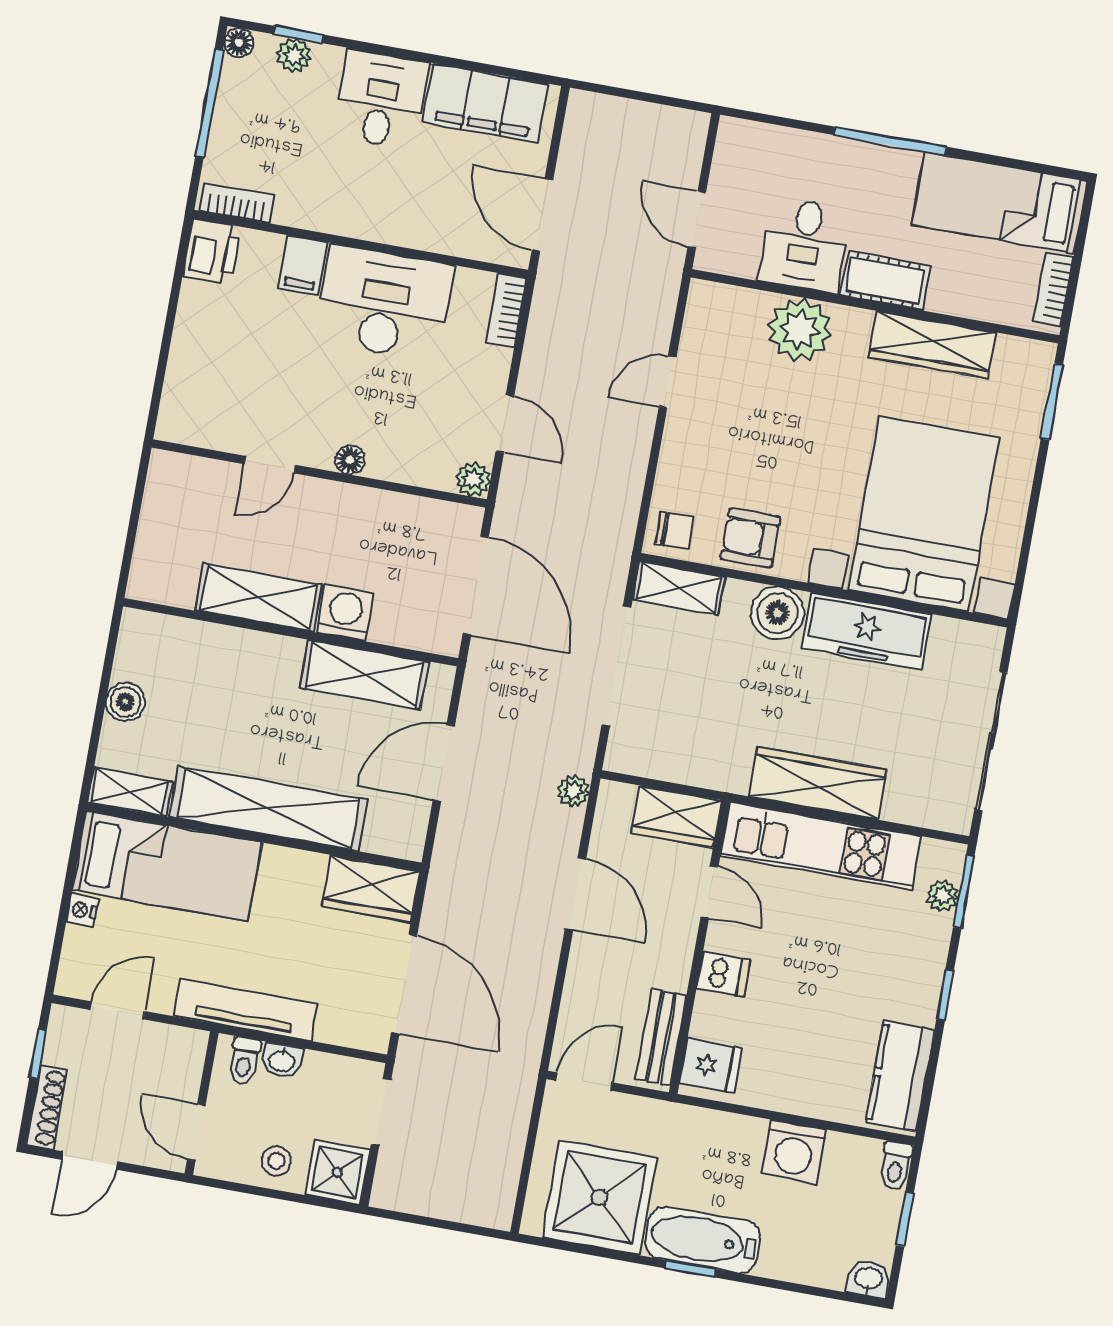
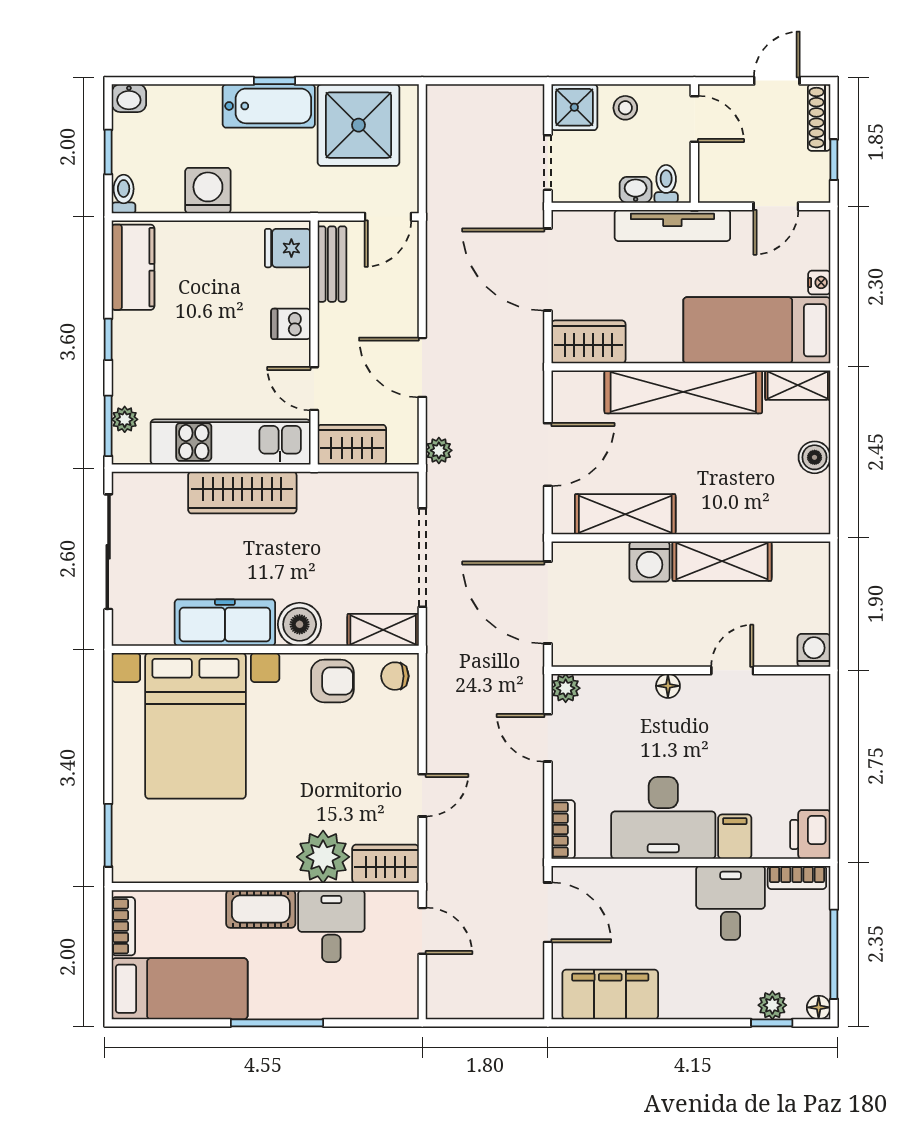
desk: (381, 99) -> (731, 903), moved, turned 180
wardrobe: (933, 345) -> (385, 864), moved, width x0.67
washing machine: (168, 471) -> (814, 650), added

